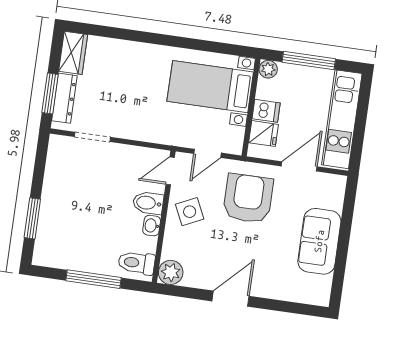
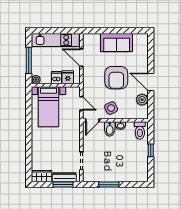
door: (170, 171) -> (92, 120), hinge flipped
armchair: (248, 198) -> (116, 78), moved, turned -90
window: (32, 218) -> (109, 185), moved
plant: (171, 272) -> (142, 100), moved
window: (94, 279) -> (151, 150), width x0.46

